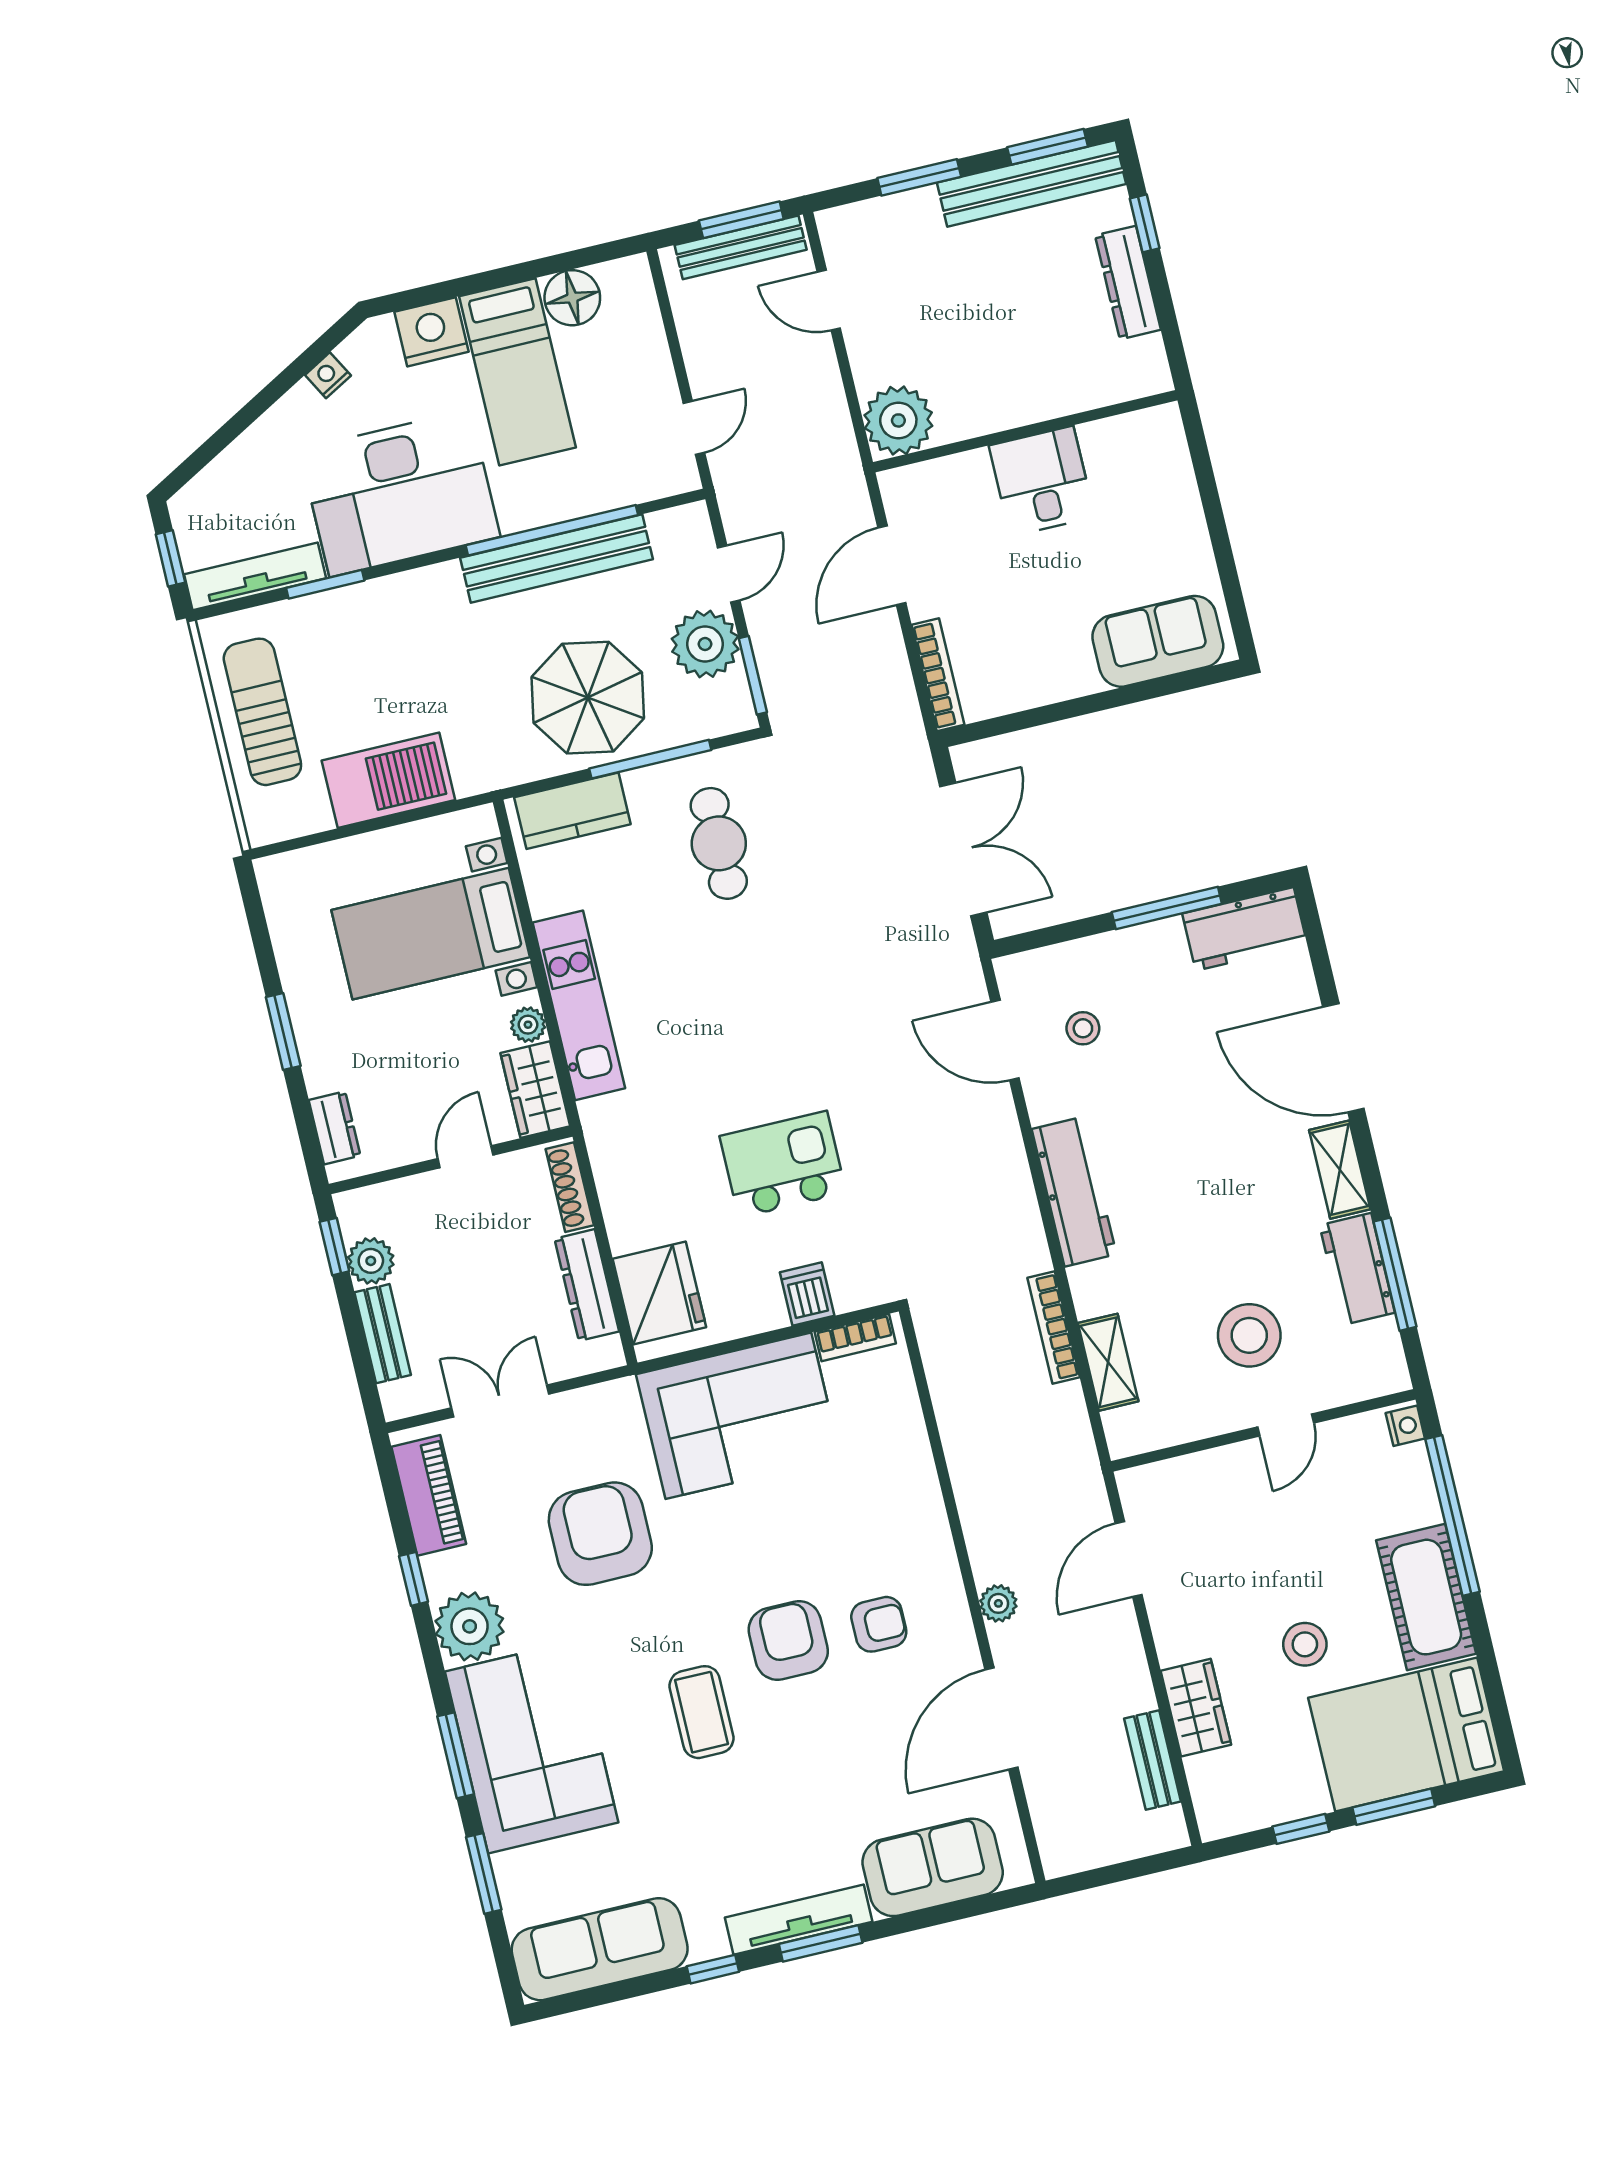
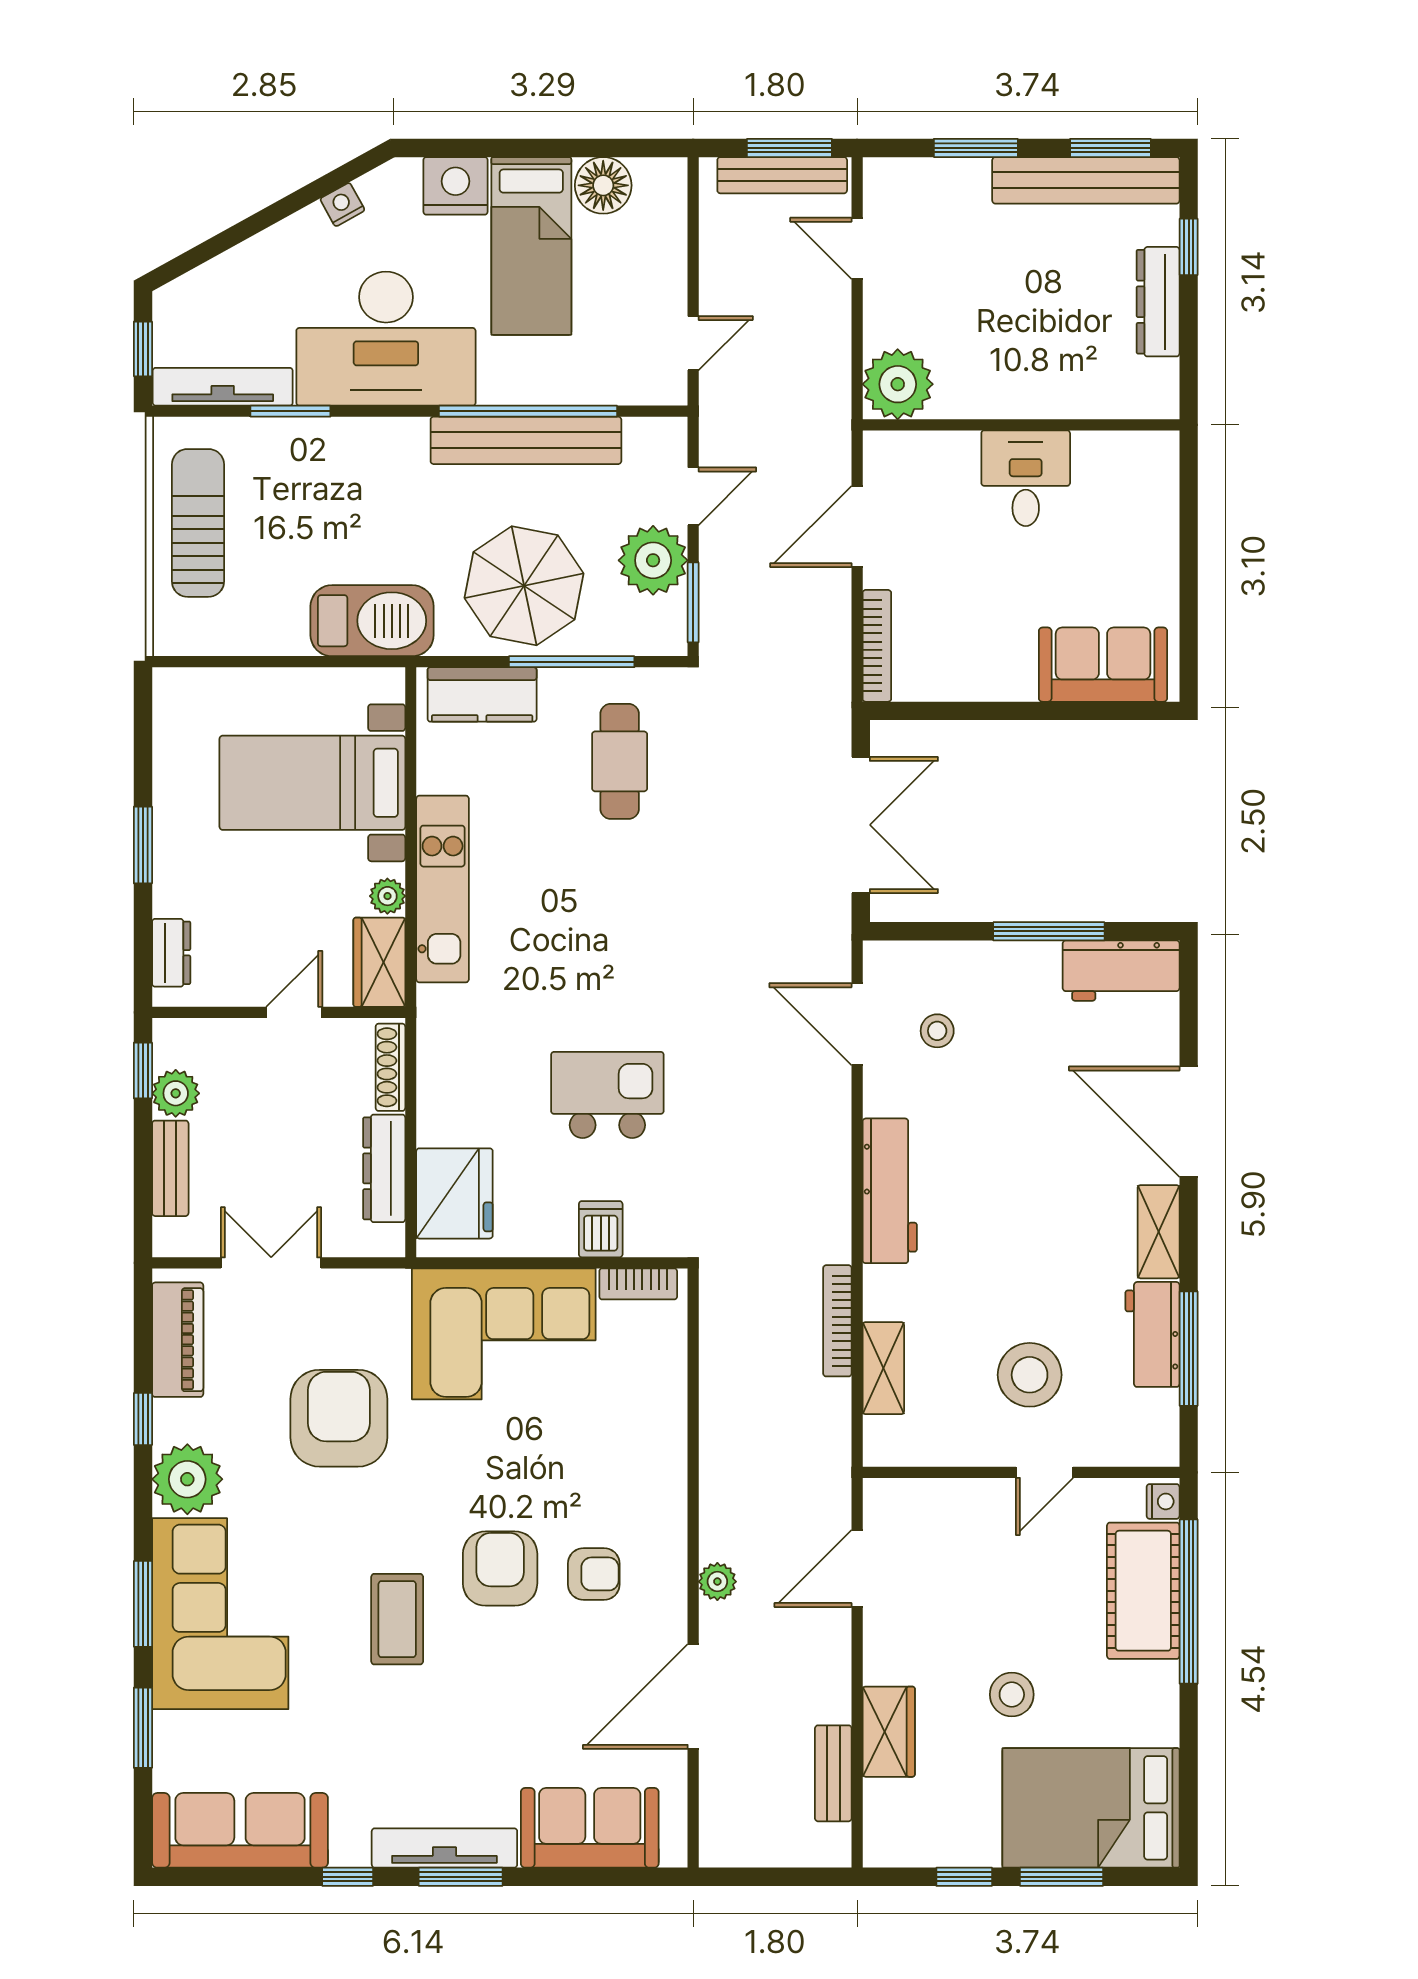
barbecue: (388, 780) -> (372, 621), moved
cot: (1426, 1597) -> (1143, 1591), moved

